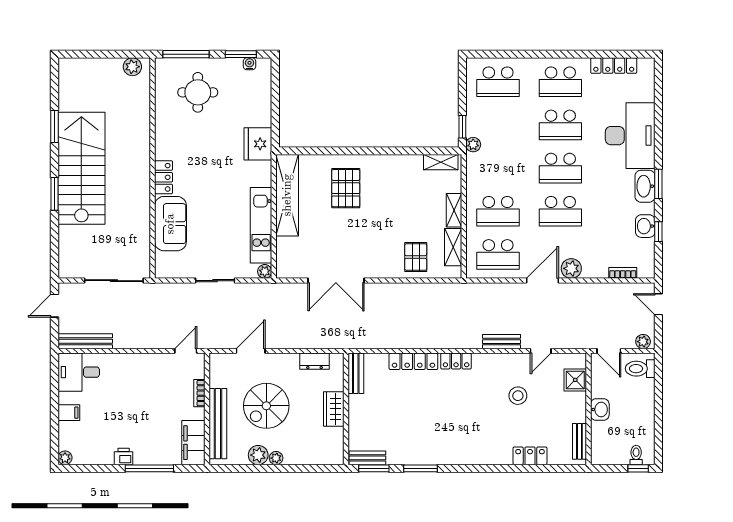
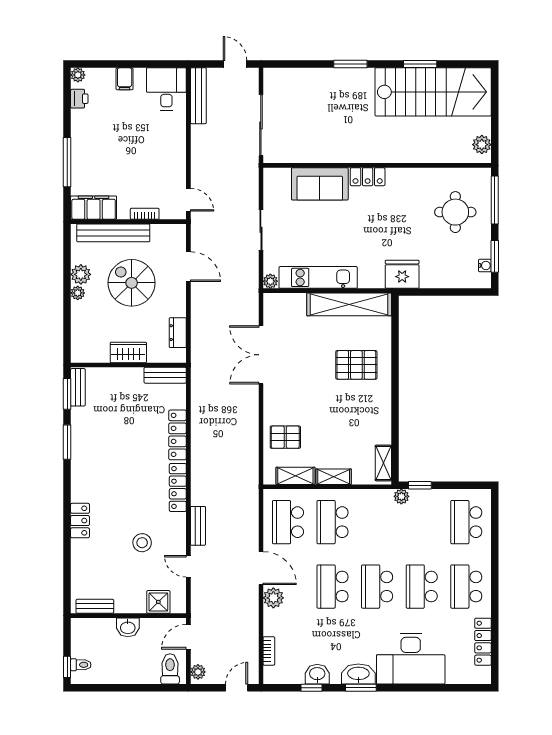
stairs: (81, 168) -> (433, 92), moved
locker: (456, 361) -> (178, 487), width x1.53
printer: (124, 456) -> (79, 99), moved
locker: (530, 456) -> (80, 521), moved

